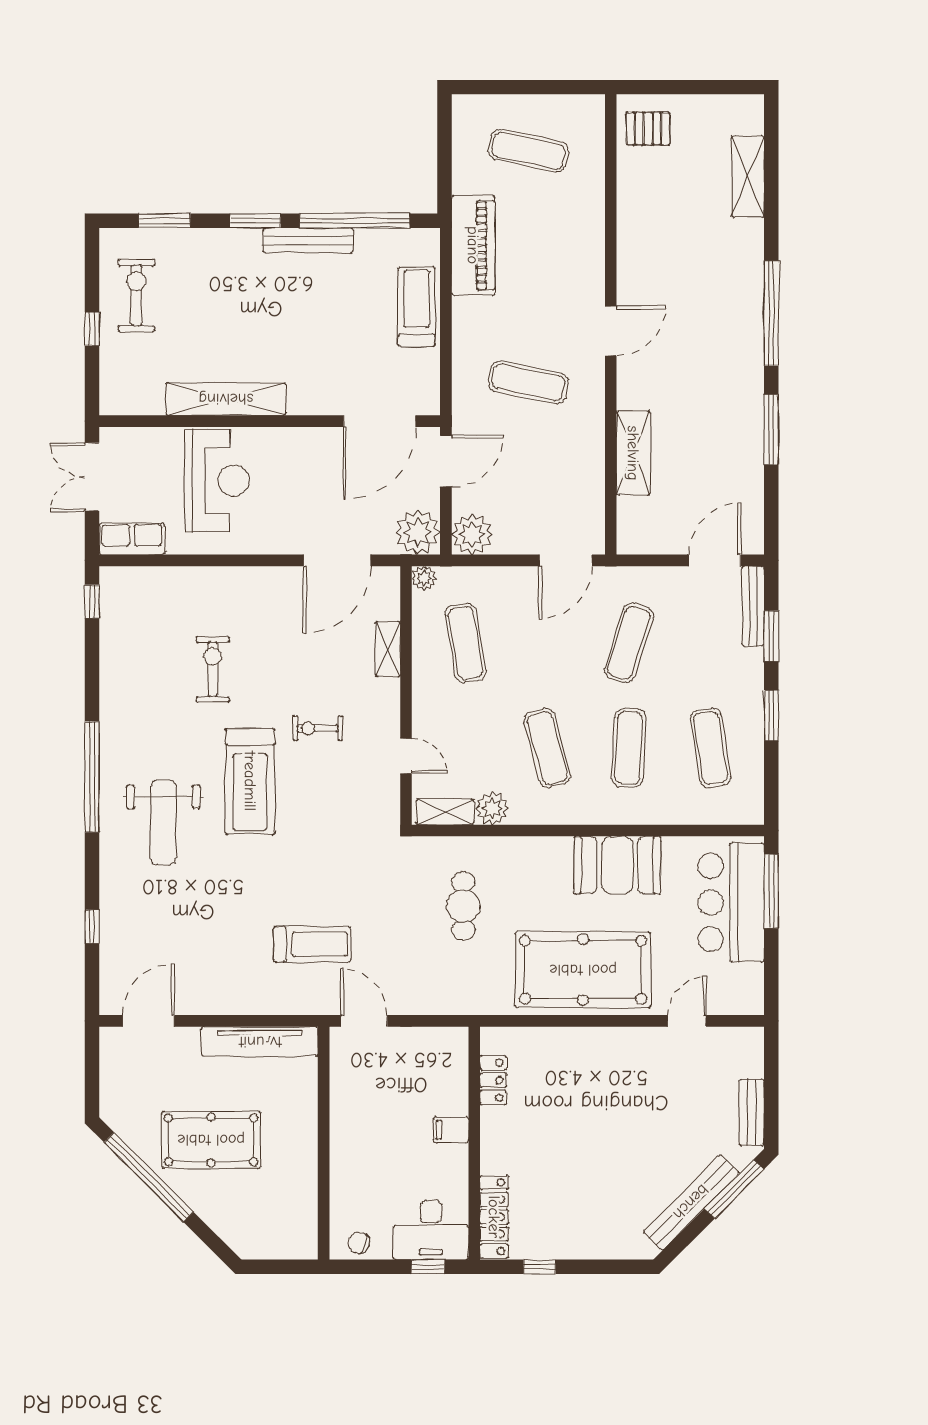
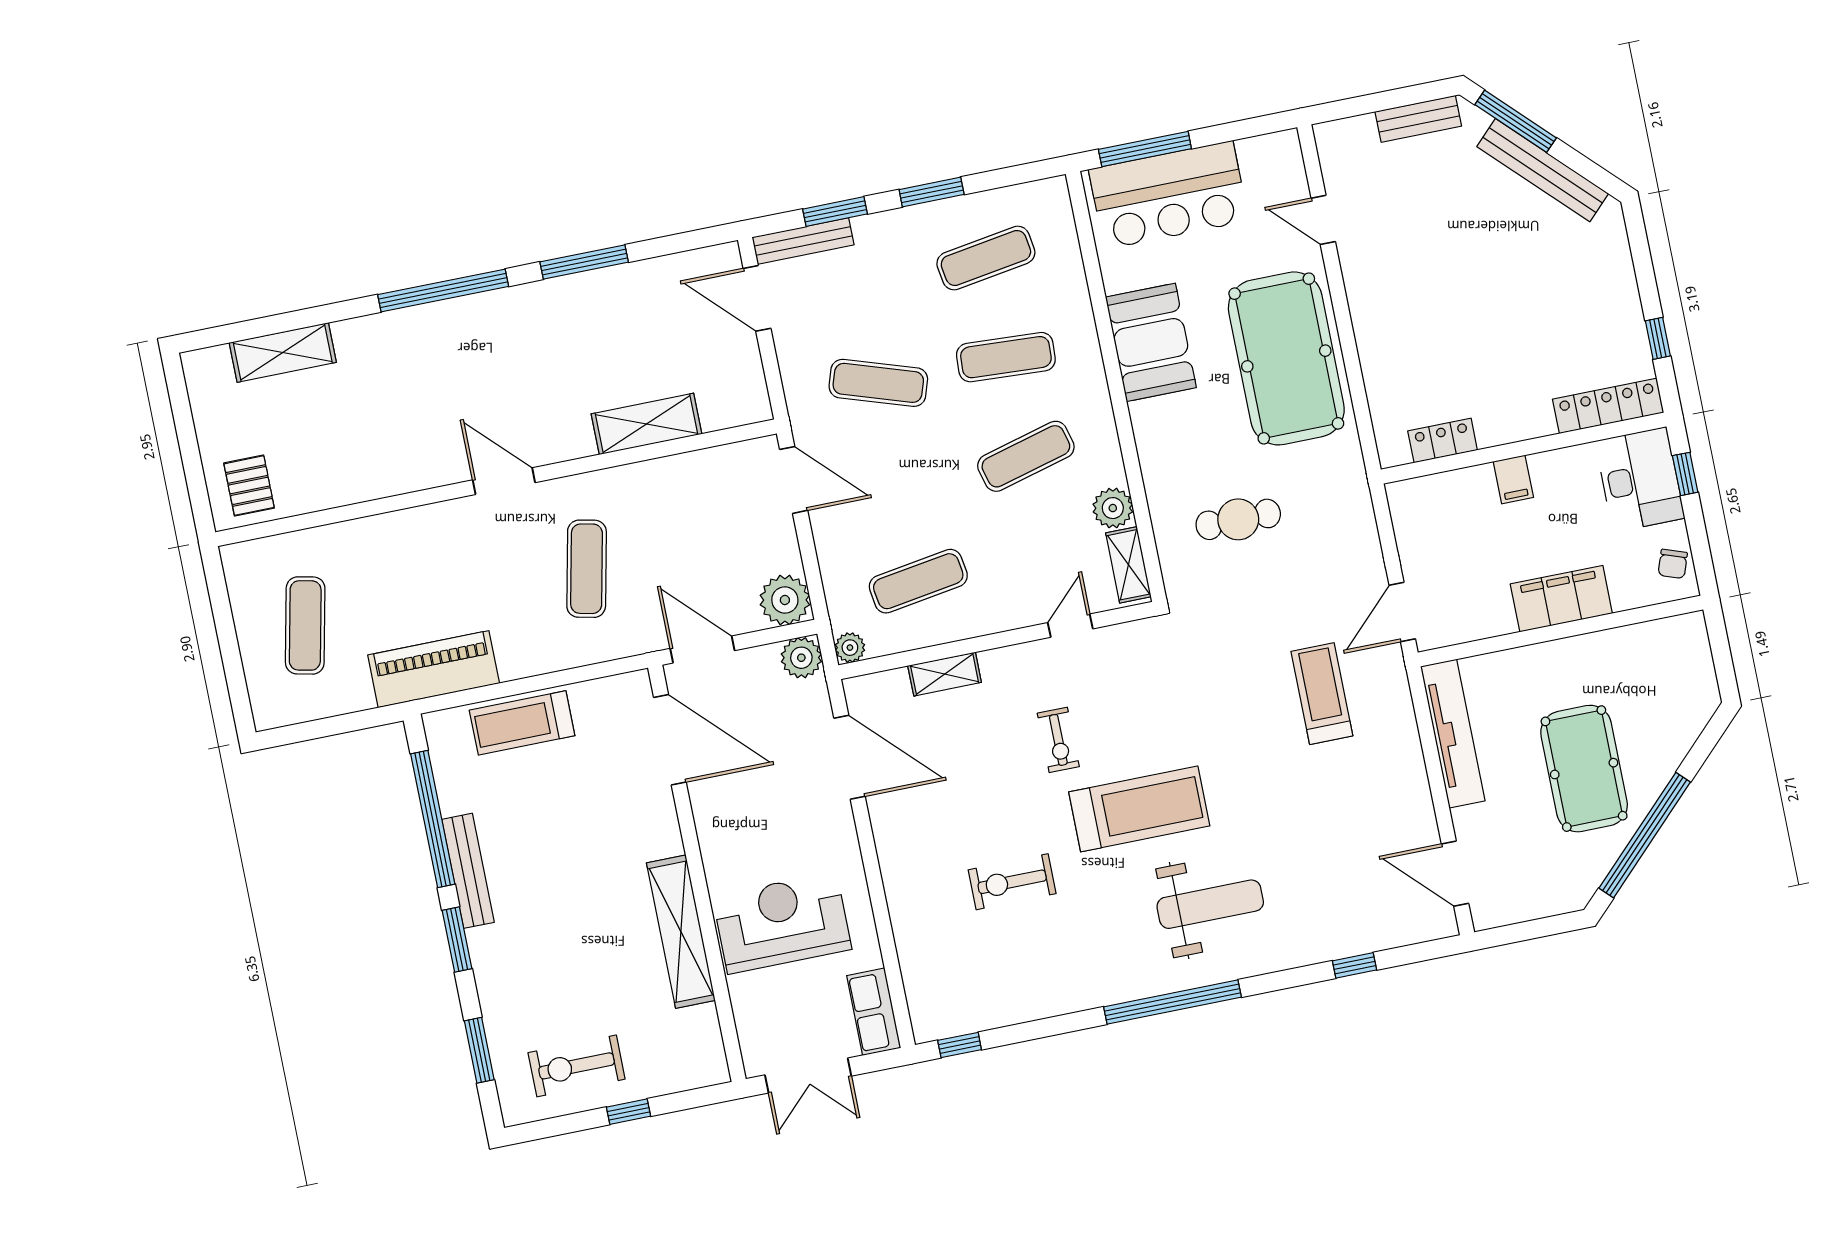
plant: (418, 532) -> (801, 658), width x0.73, depth x0.73
filing cabinet: (349, 1149) -> (1561, 599), added

